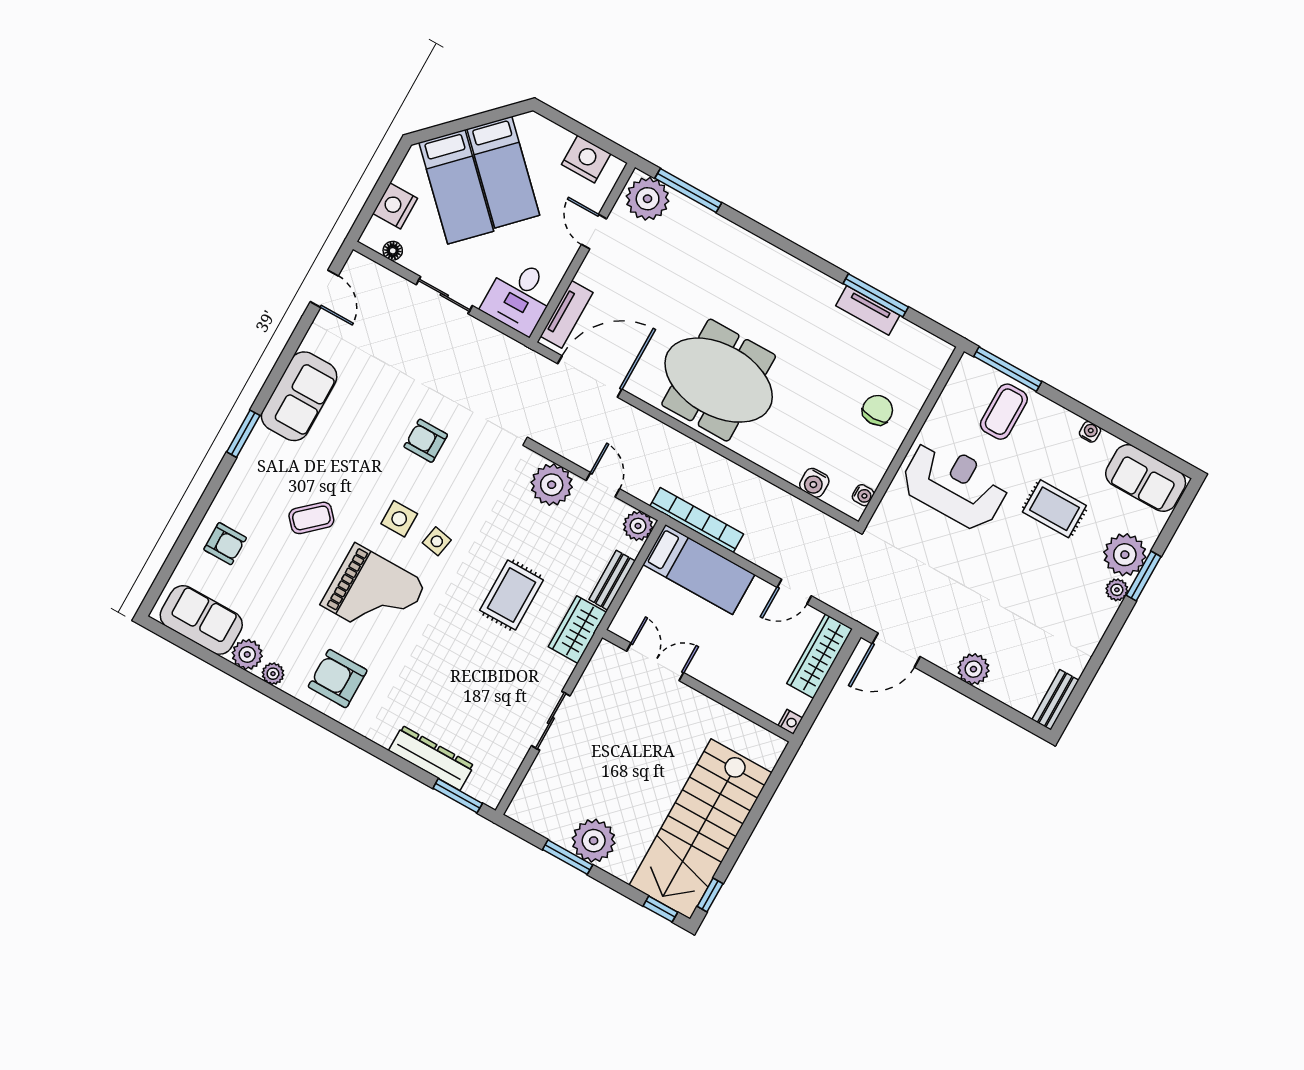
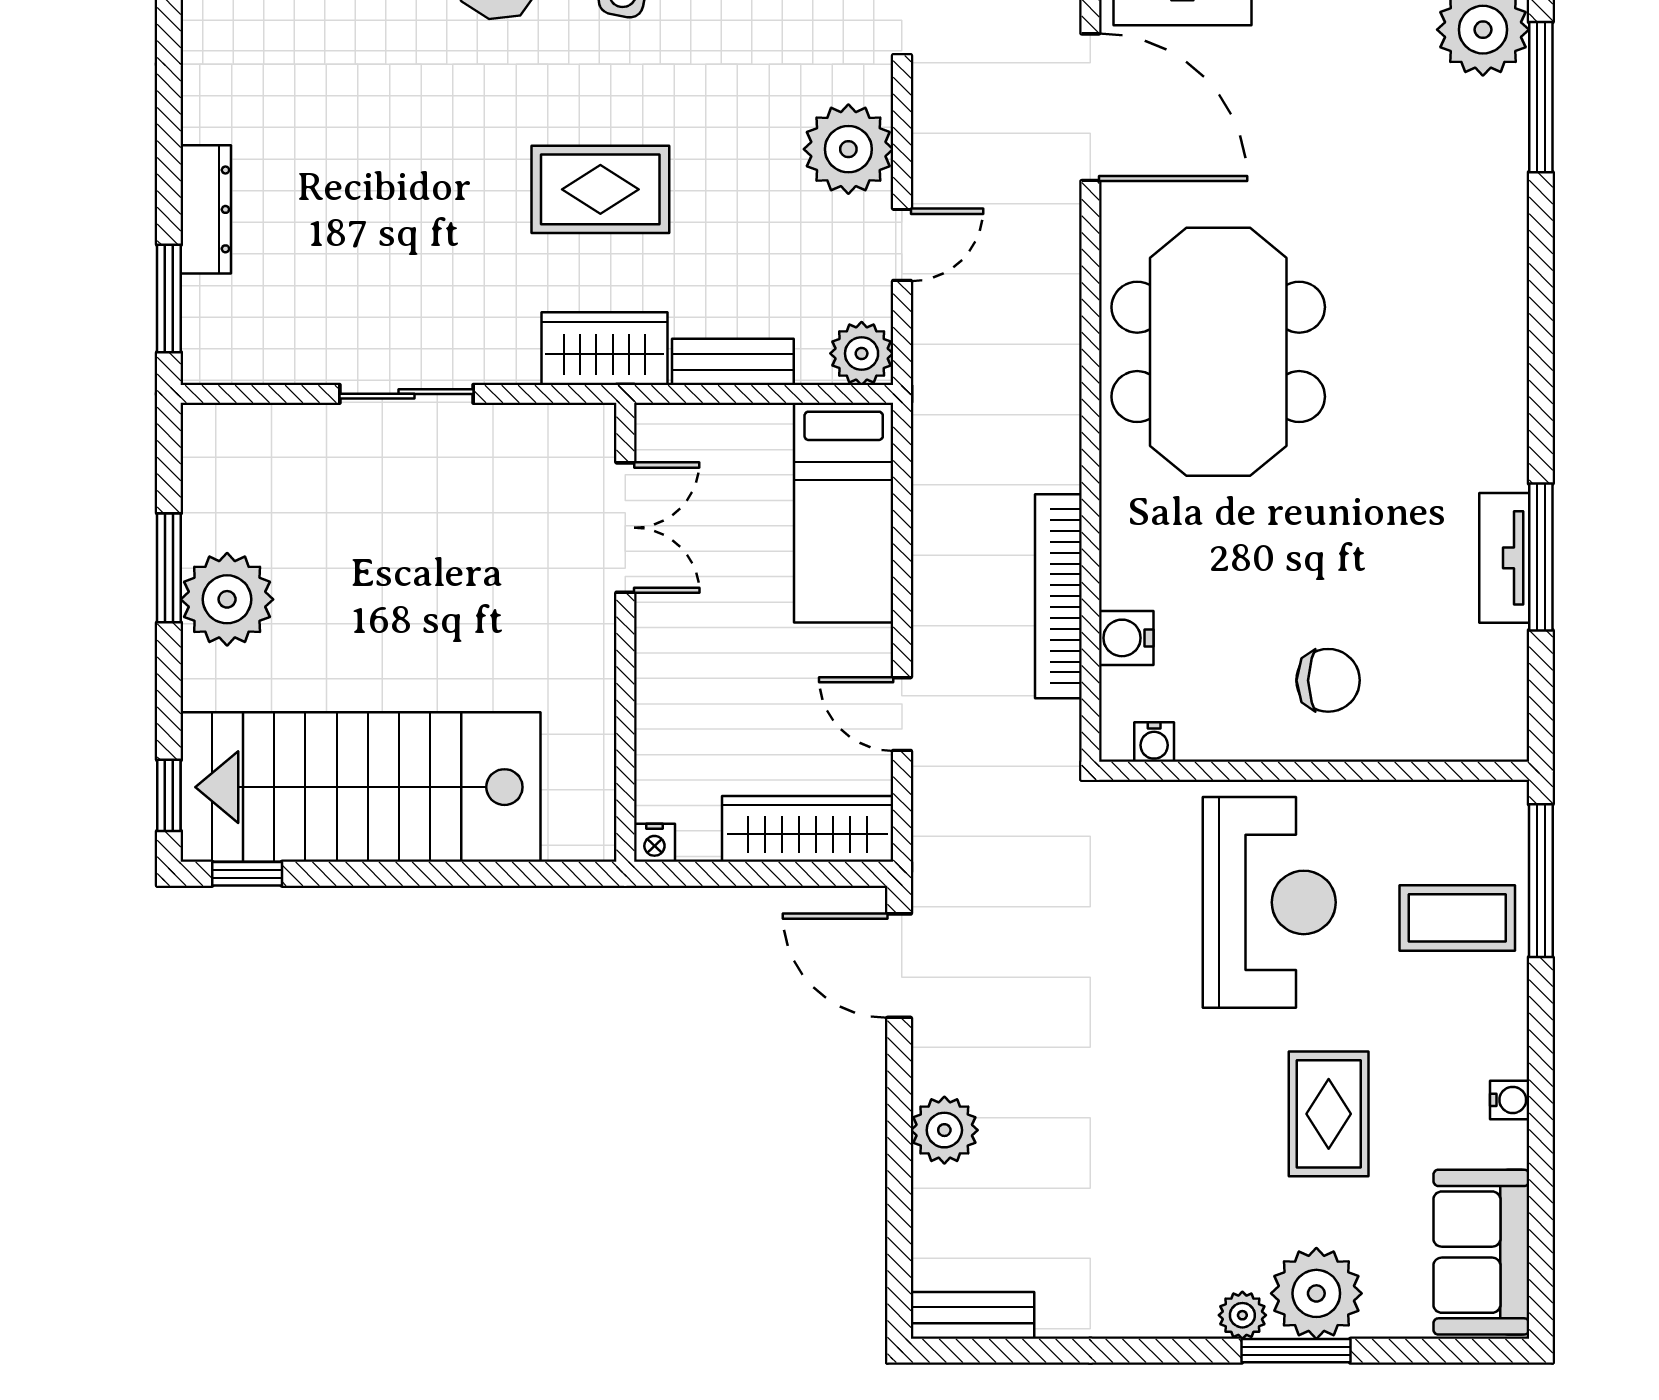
bookcase: (697, 520) -> (1058, 596), moved, turned 180
dresser: (431, 758) -> (206, 209), width x0.73, depth x0.80

